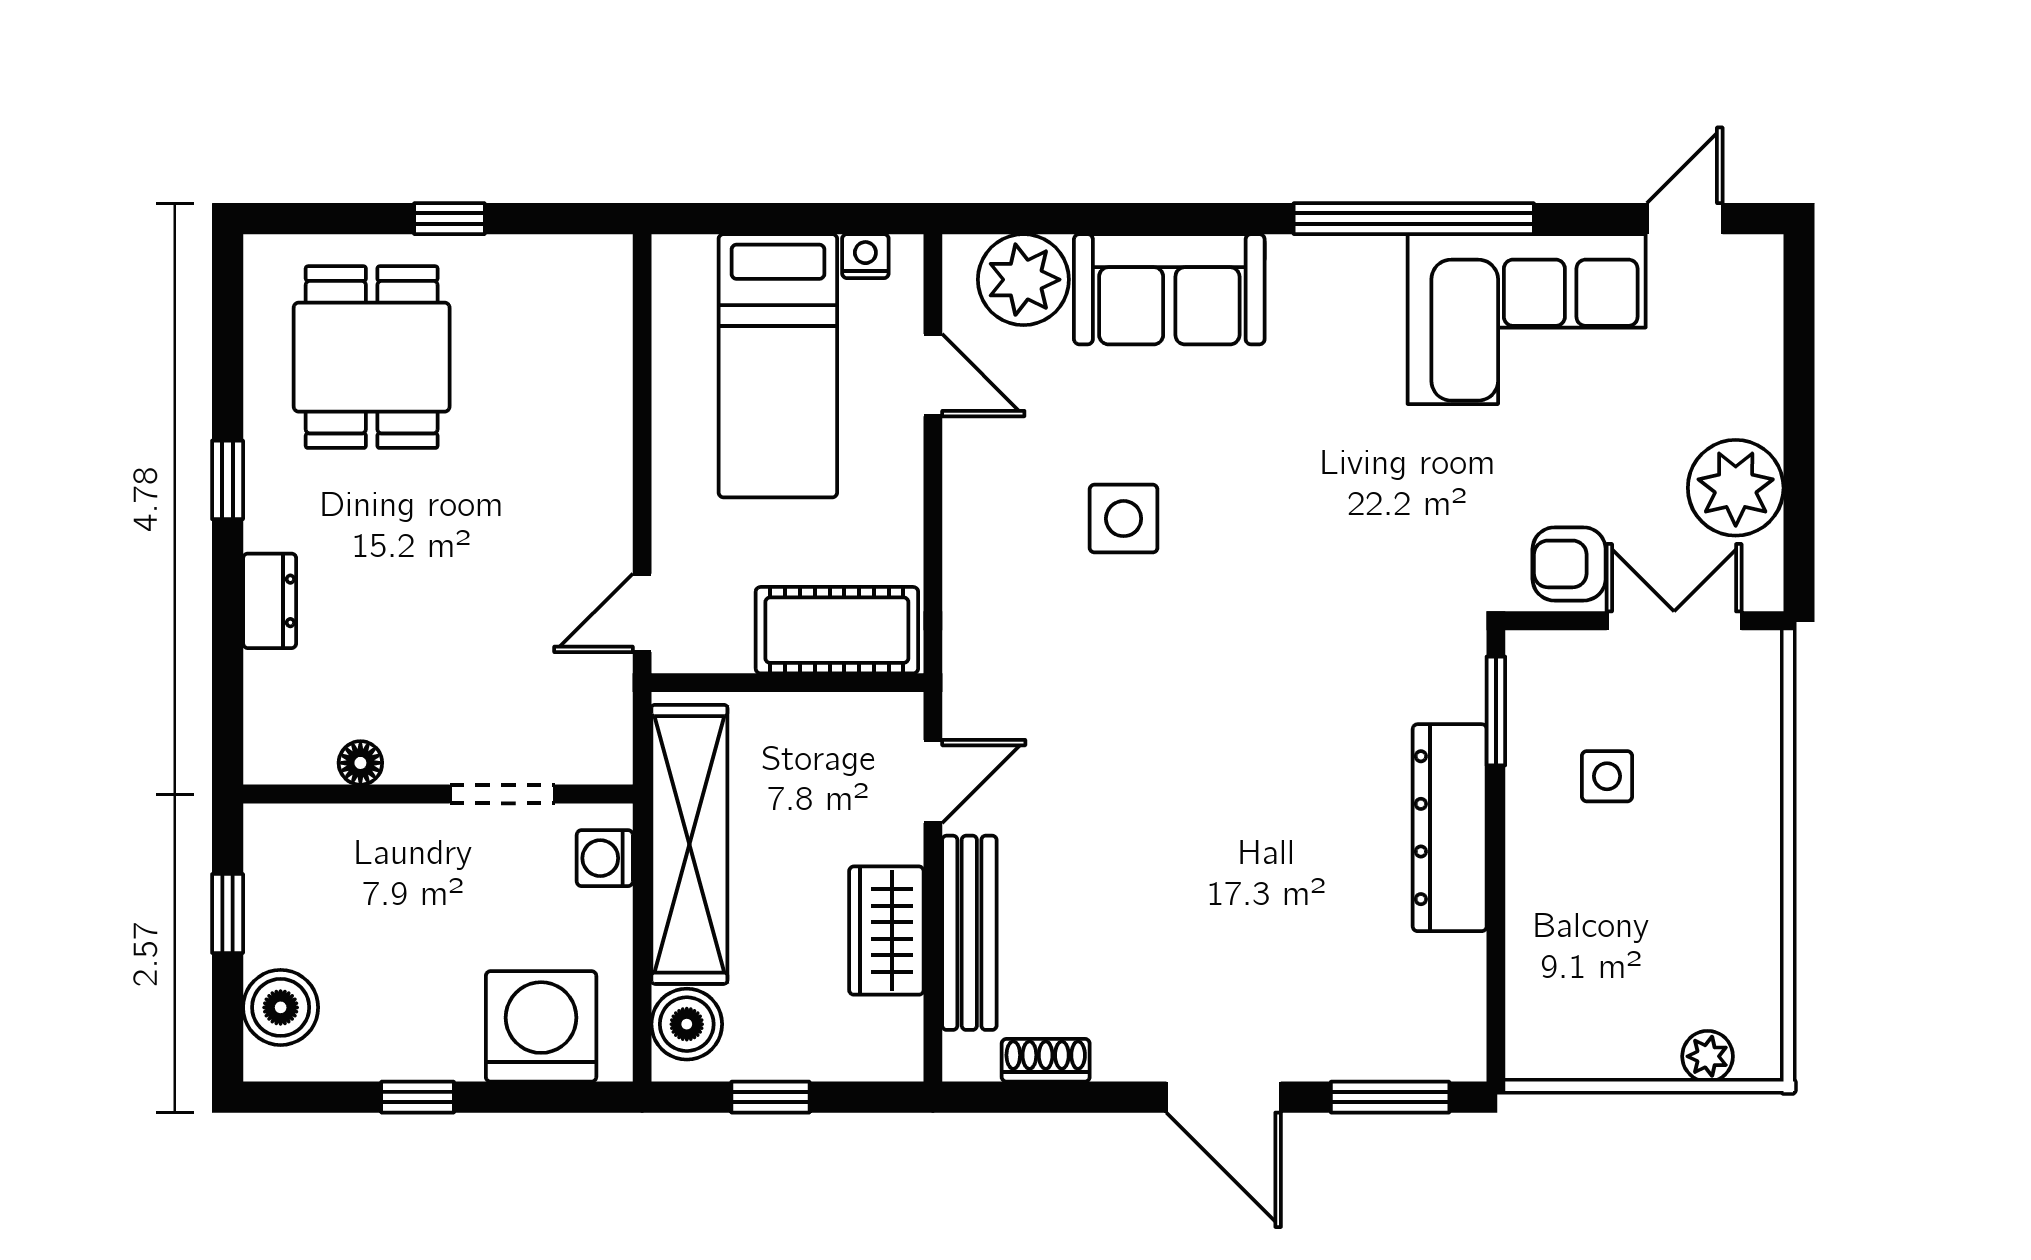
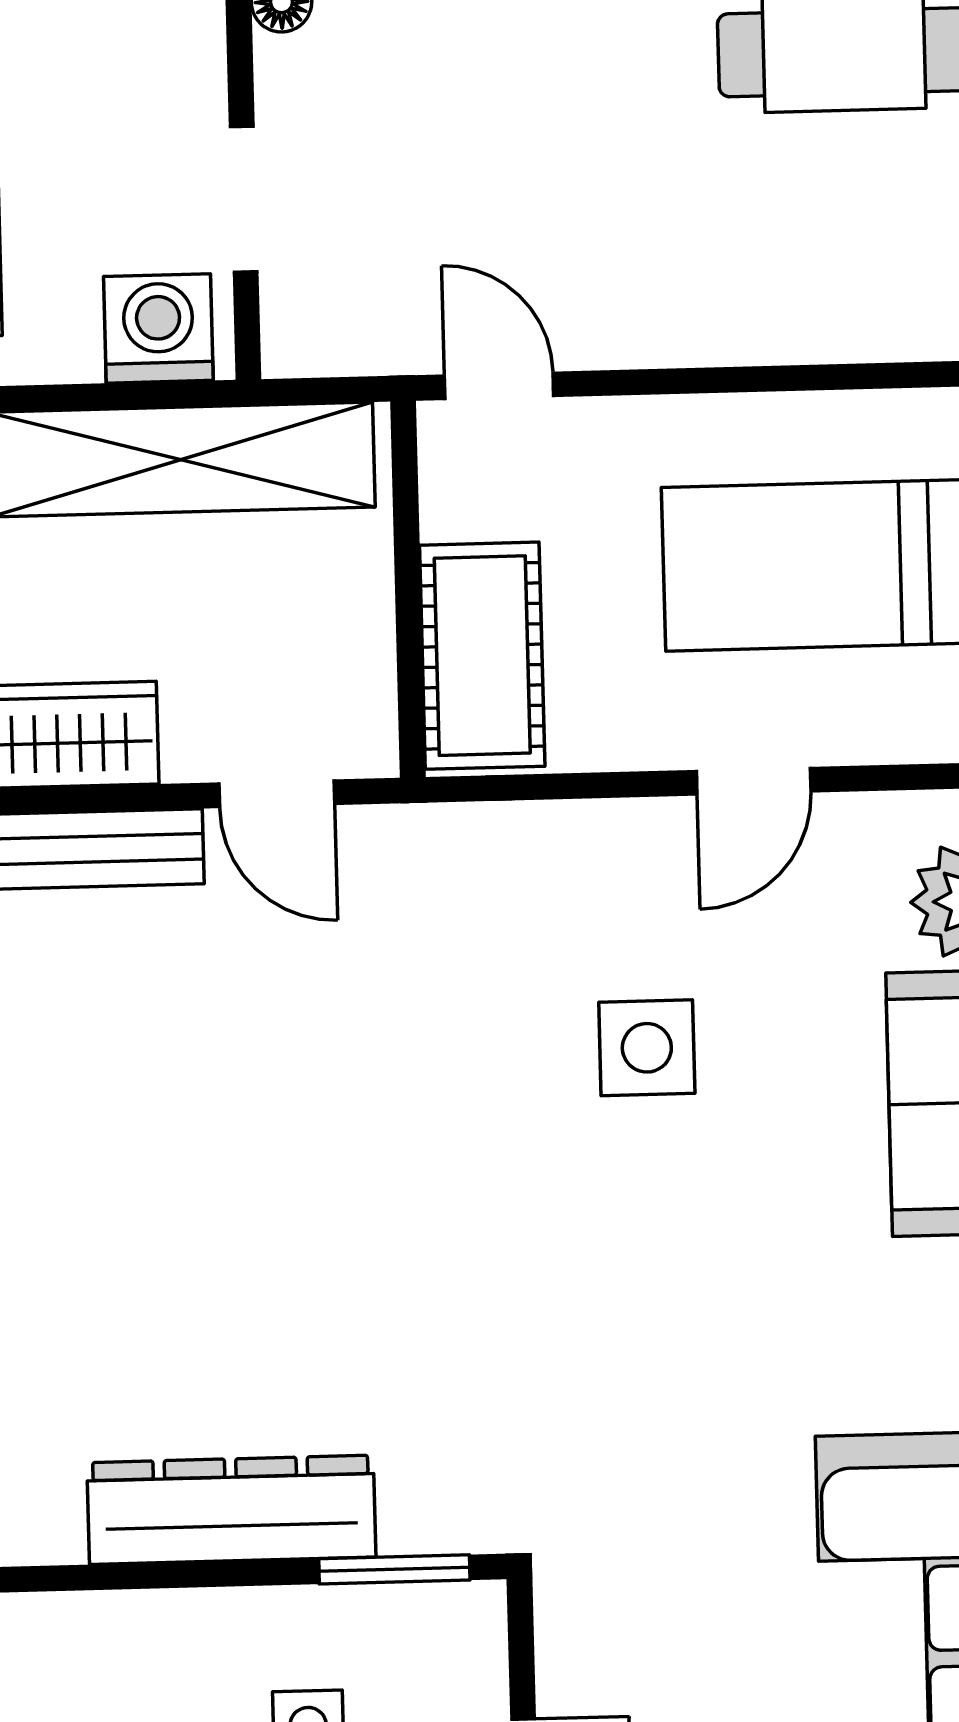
door: (933, 375) -> (754, 781), moved
armchair: (1569, 564) -> (600, 1665), removed
washing machine: (605, 858) -> (158, 328), width x1.38, depth x1.38

